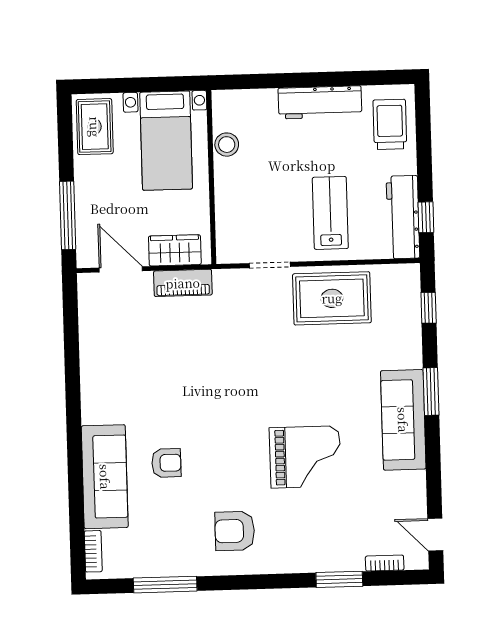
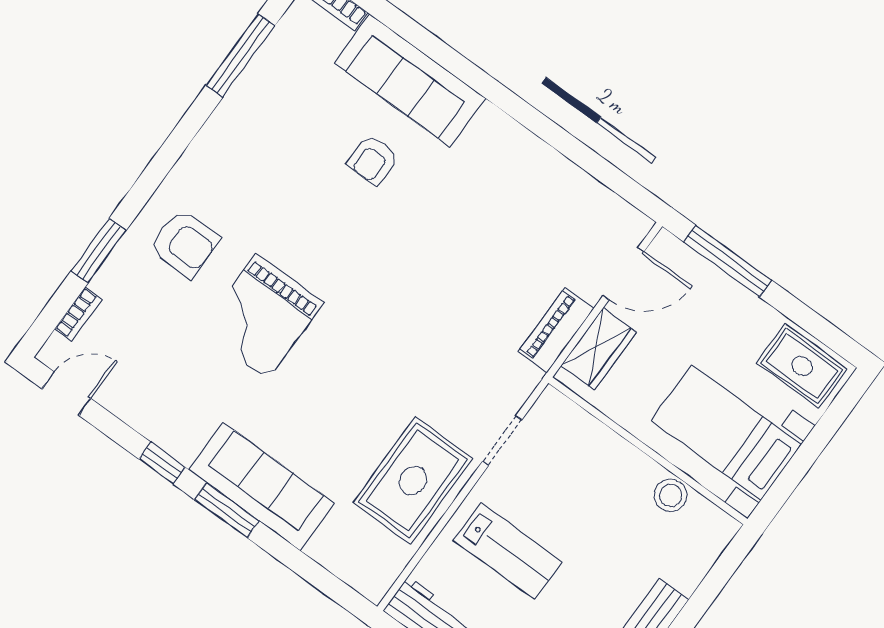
window: (429, 308) -> (162, 463), moved
sofa: (403, 420) -> (262, 486), moved
armchair: (235, 531) -> (185, 243), moved, turned 90

